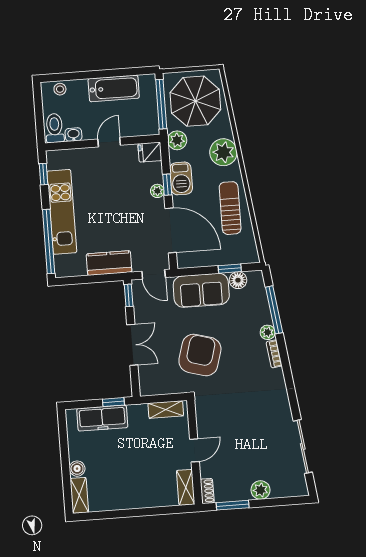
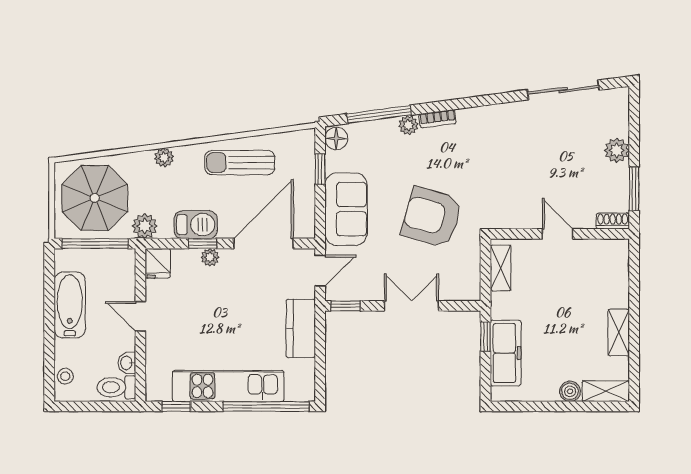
plant: (223, 152) -> (164, 158), width x0.53, depth x0.53
floor lamp: (238, 280) -> (336, 138), moved
shelving: (186, 487) -> (619, 333), moved, turned 90

